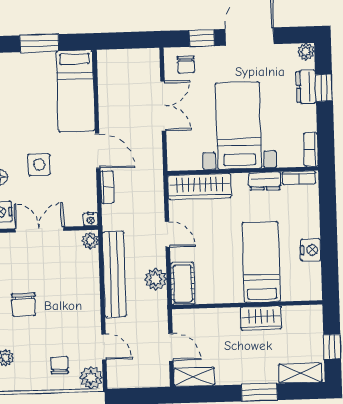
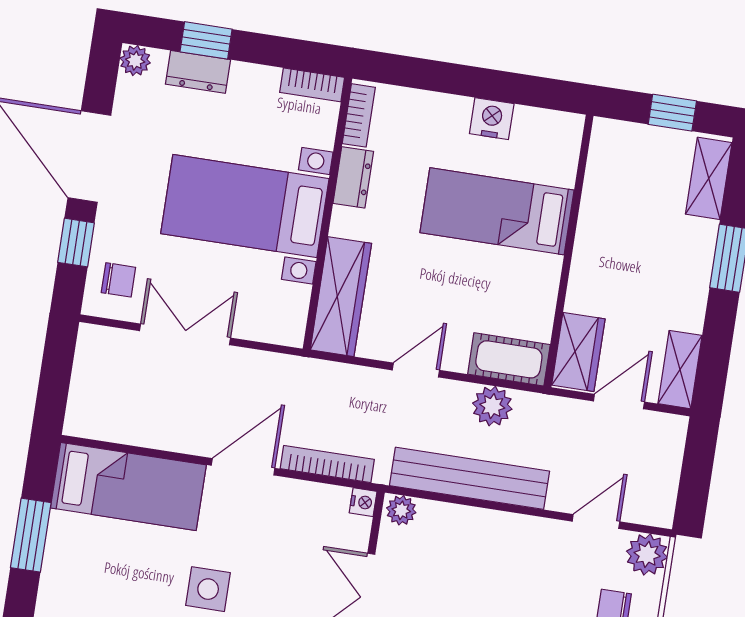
side table: (39, 165) -> (208, 589), moved
bookcase: (107, 187) -> (327, 464), width x1.56
wardrobe: (261, 318) -> (578, 352), moved

